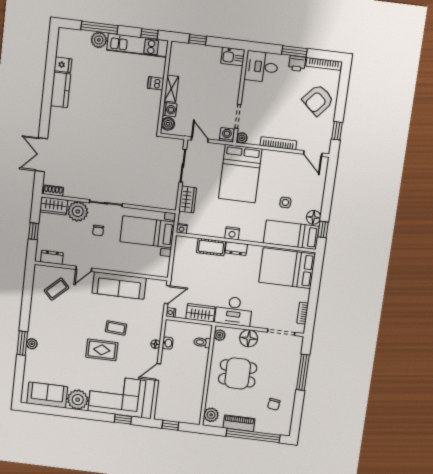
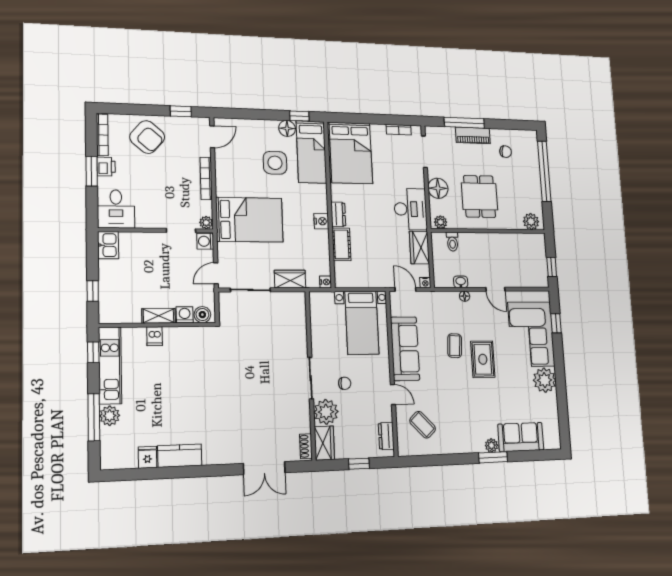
side table: (285, 202) -> (275, 163), width x1.87, depth x1.87
bed with nightstands: (147, 232) -> (362, 323), moved
sofa: (47, 395) -> (521, 437), moved, turned 90
piano: (239, 423) -> (473, 135), moved, turned -90

